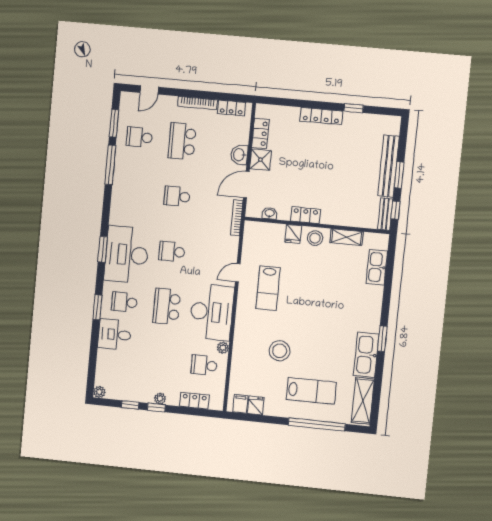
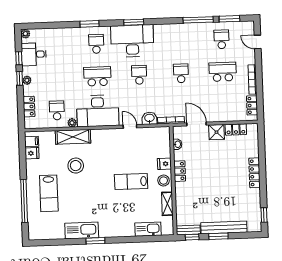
window: (354, 108) -> (264, 215), moved
washbasin: (239, 155) -> (149, 118), moved
lab bench: (268, 288) -> (131, 182), moved
desk: (115, 334) -> (34, 54), moved, turned -90
shelving: (363, 401) -> (73, 137), moved

